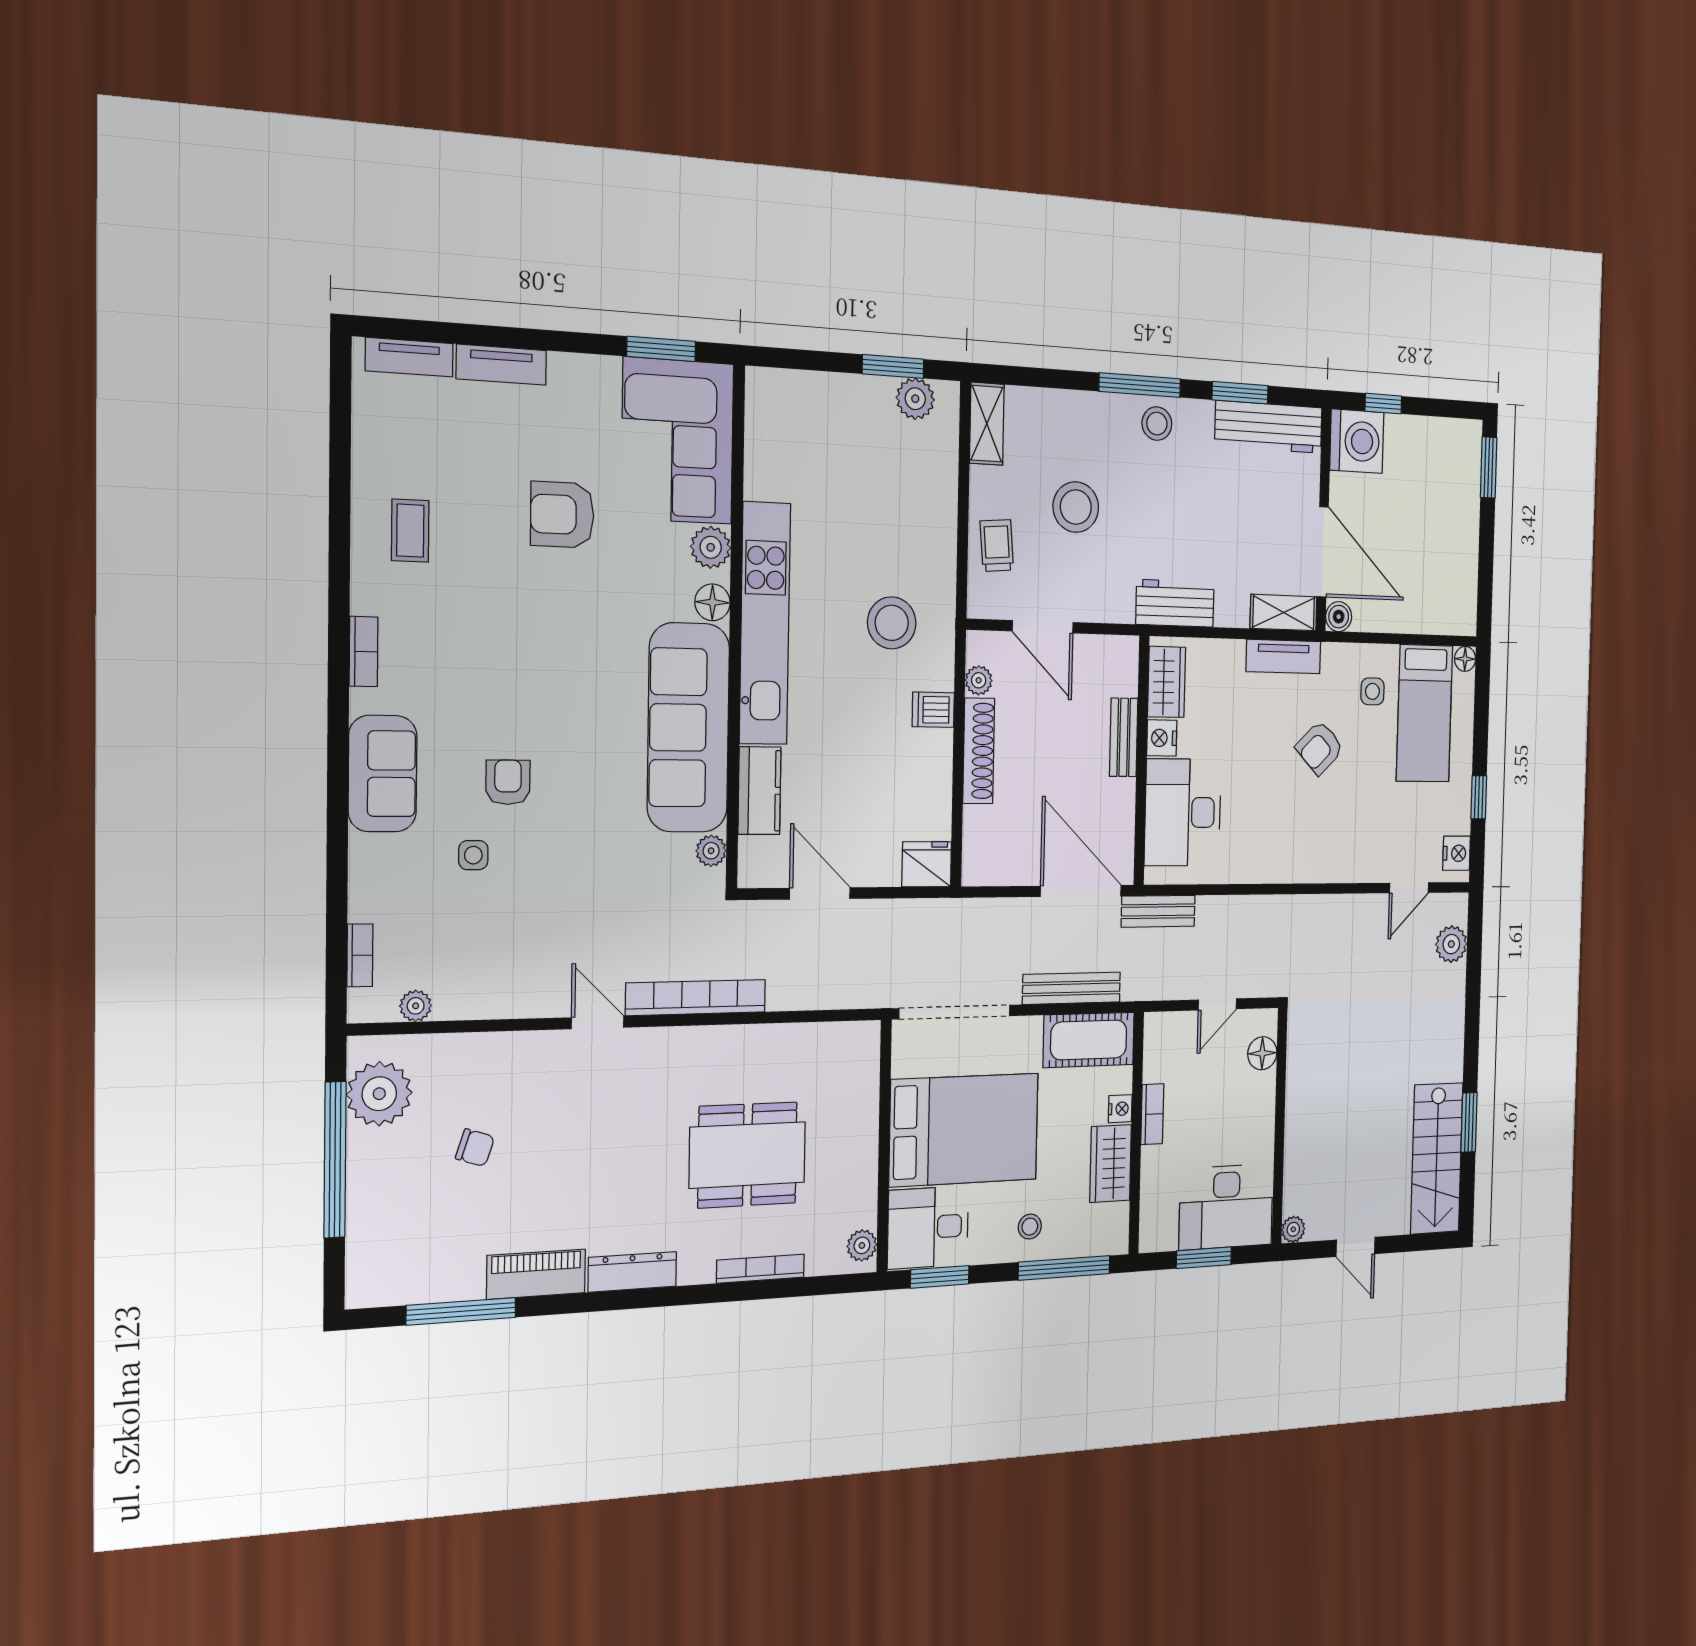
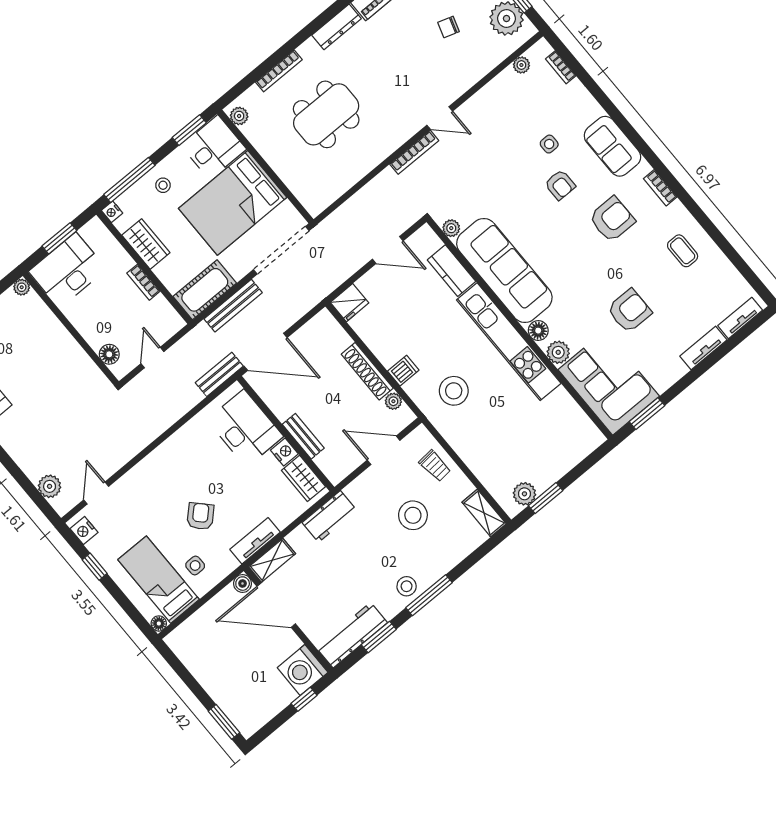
armchair: (475, 668) -> (612, 219), added
bookcase: (696, 997) -> (414, 152), width x0.68, depth x0.76
nightstand: (1120, 1109) -> (112, 212), moved

